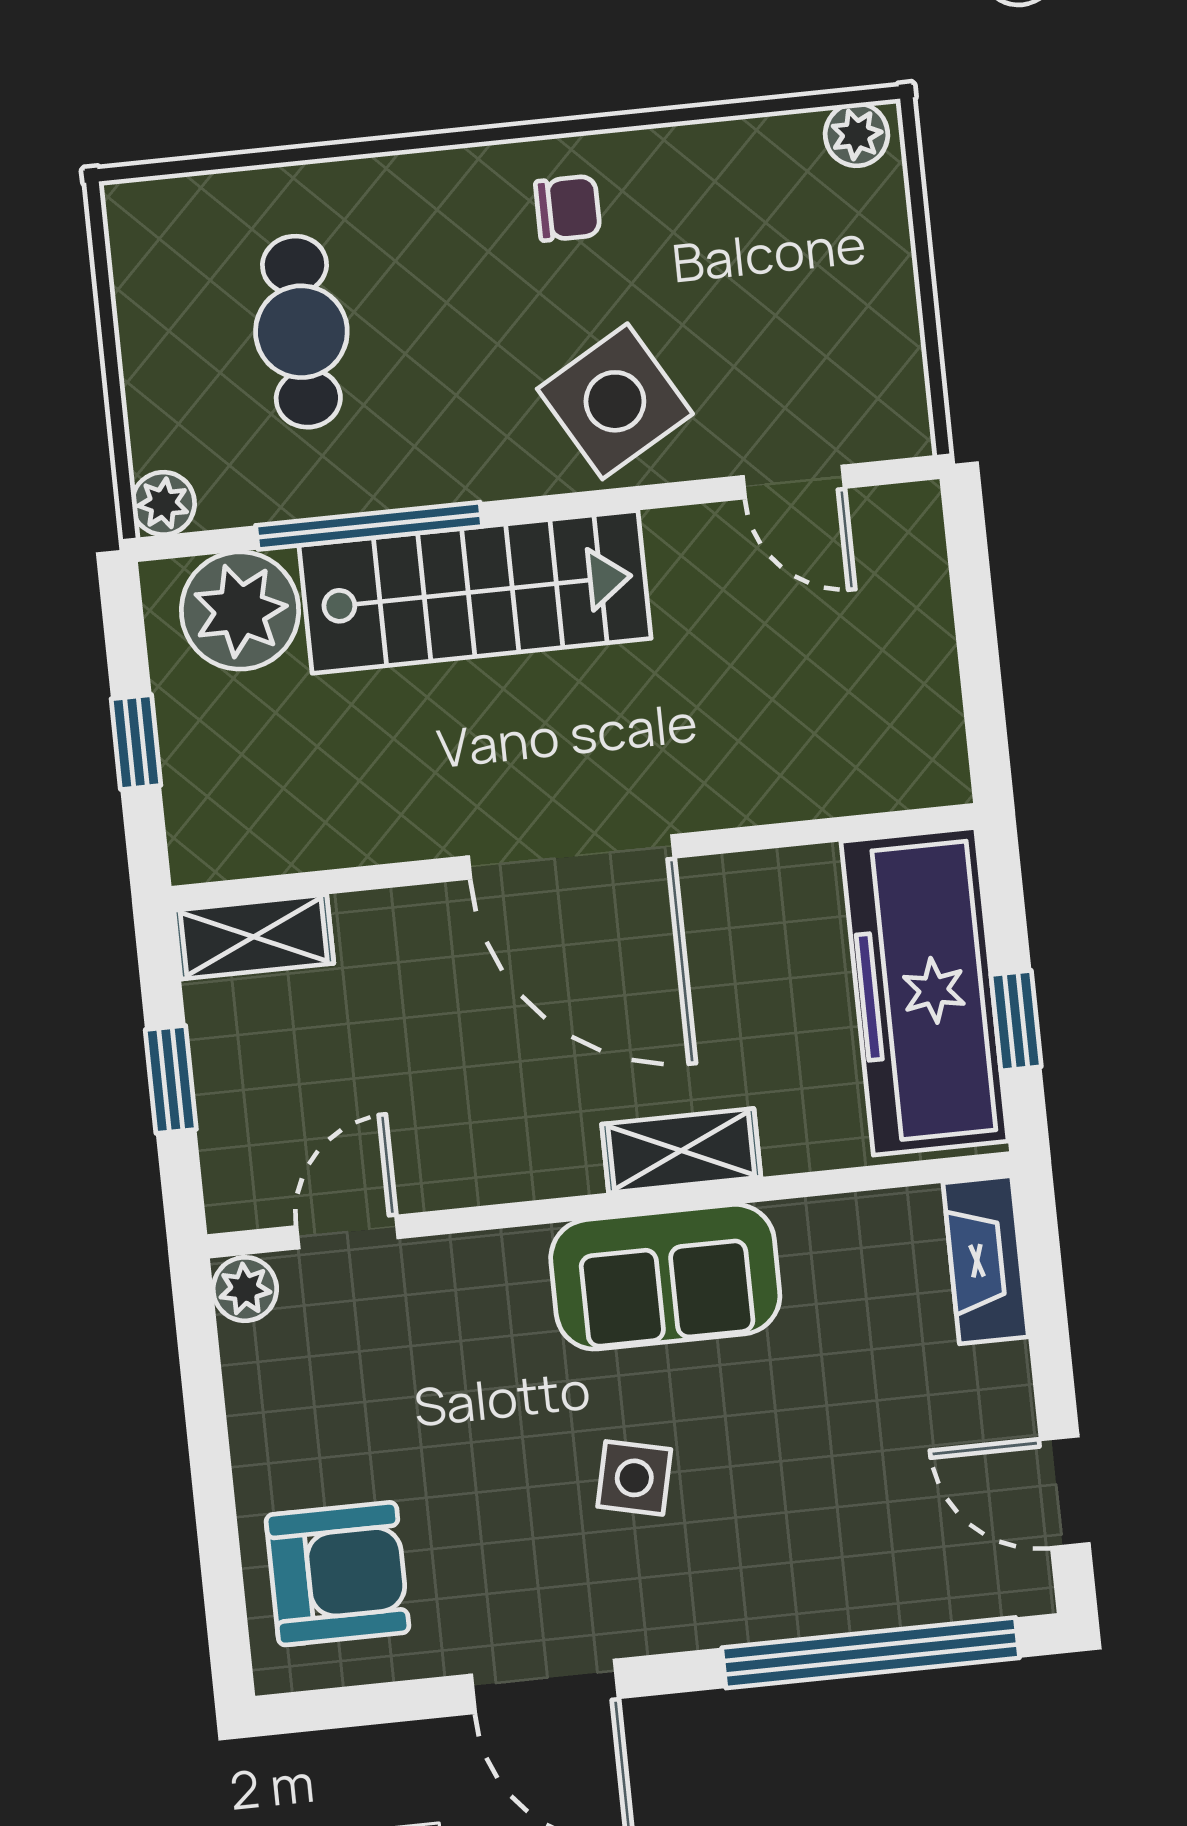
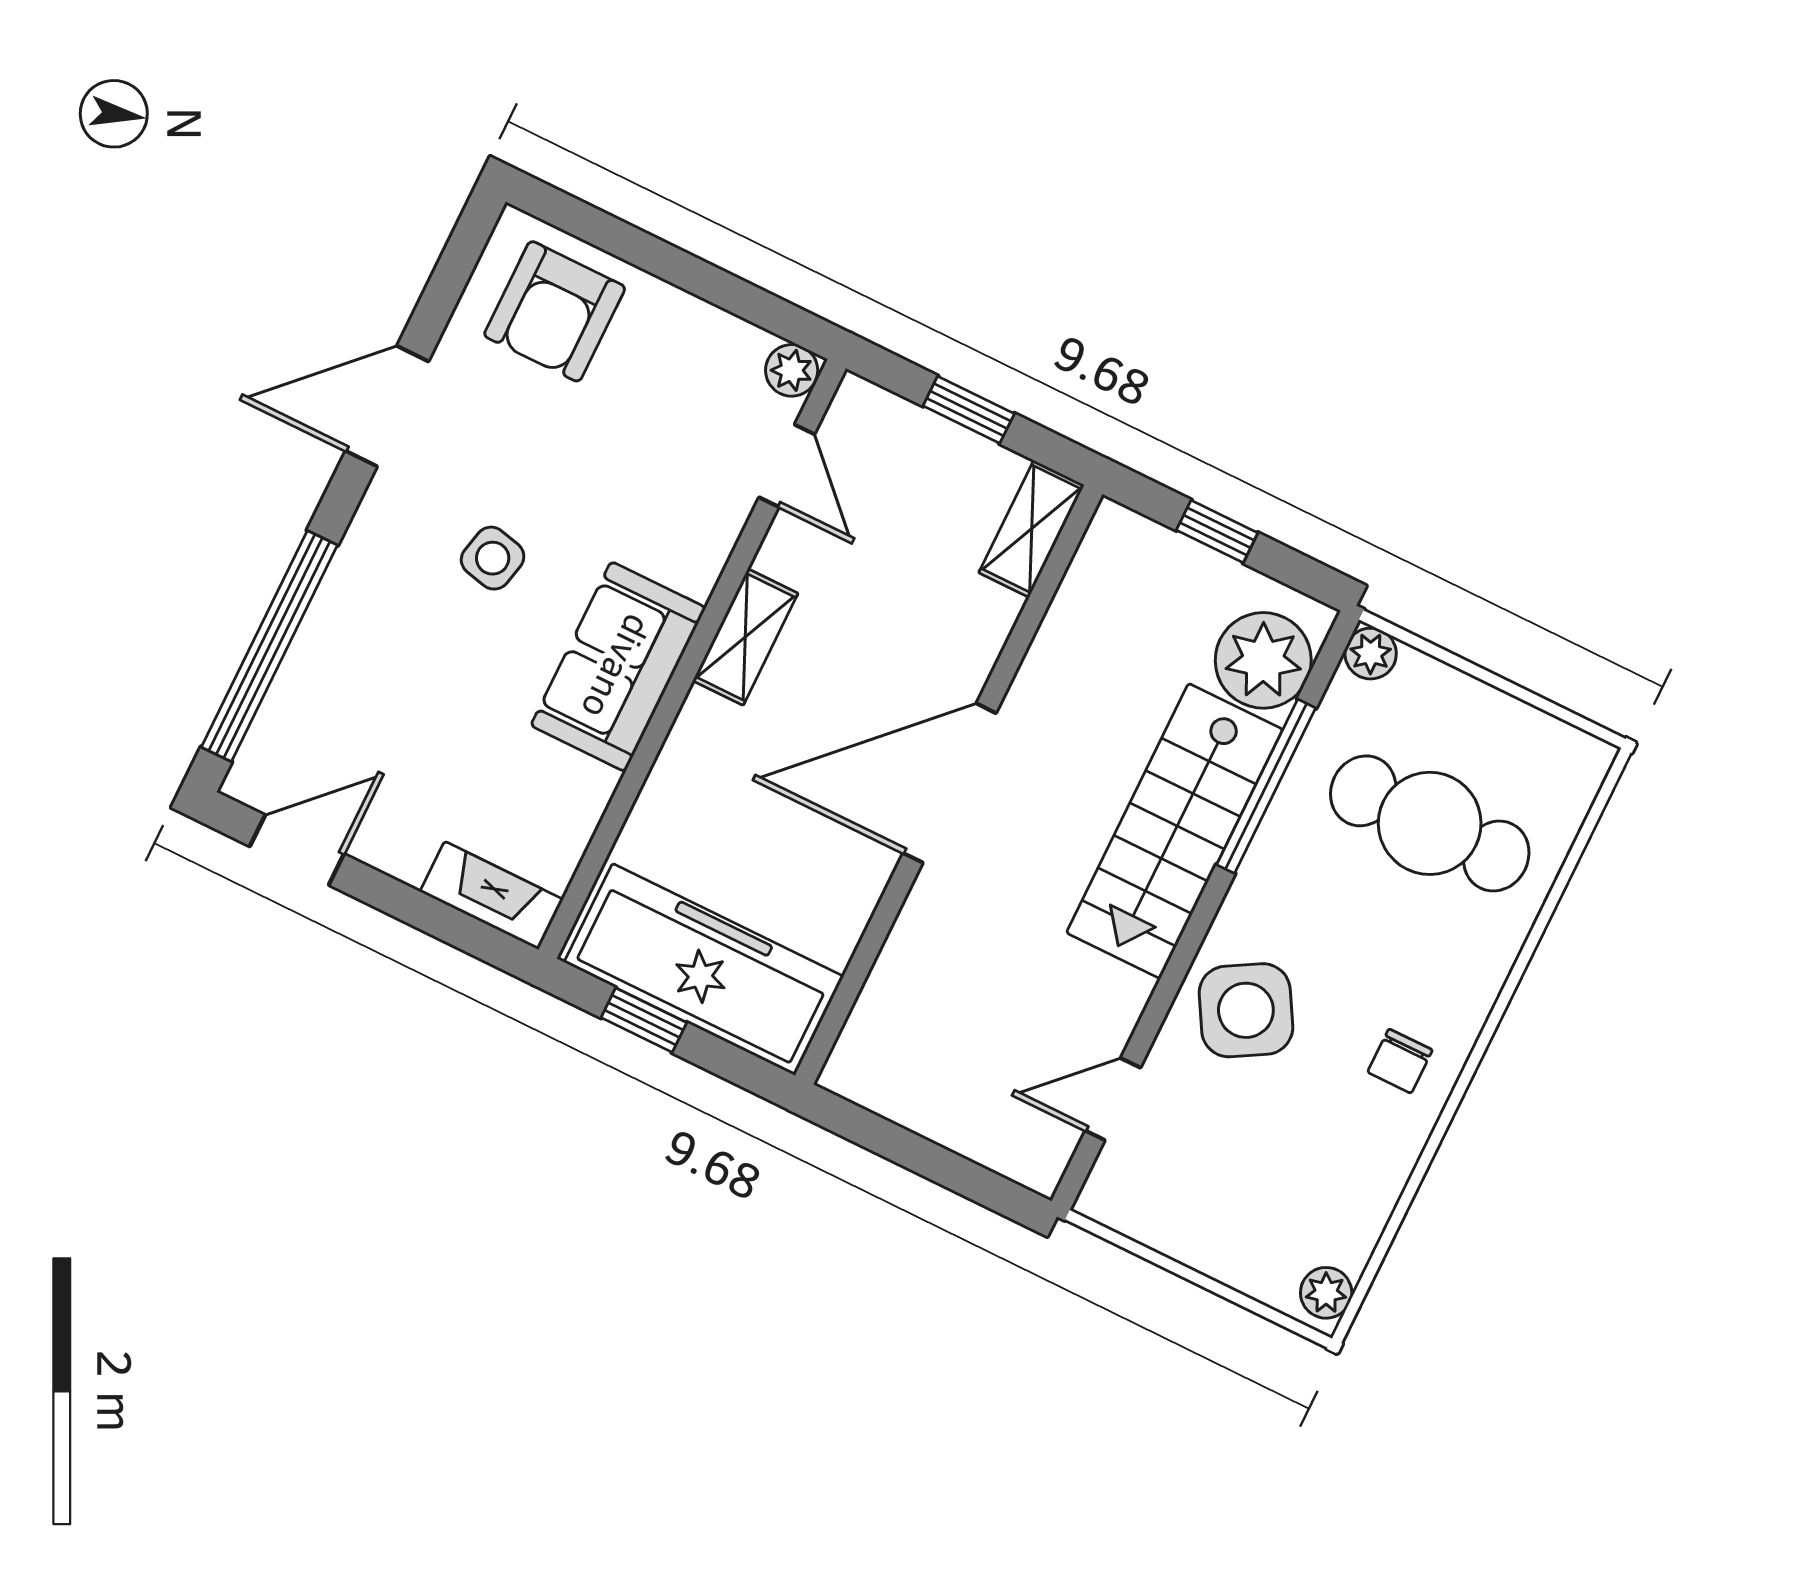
cafe table: (301, 332) -> (1430, 823), width x1.37, depth x1.35
shelving: (681, 1151) -> (745, 637), moved

